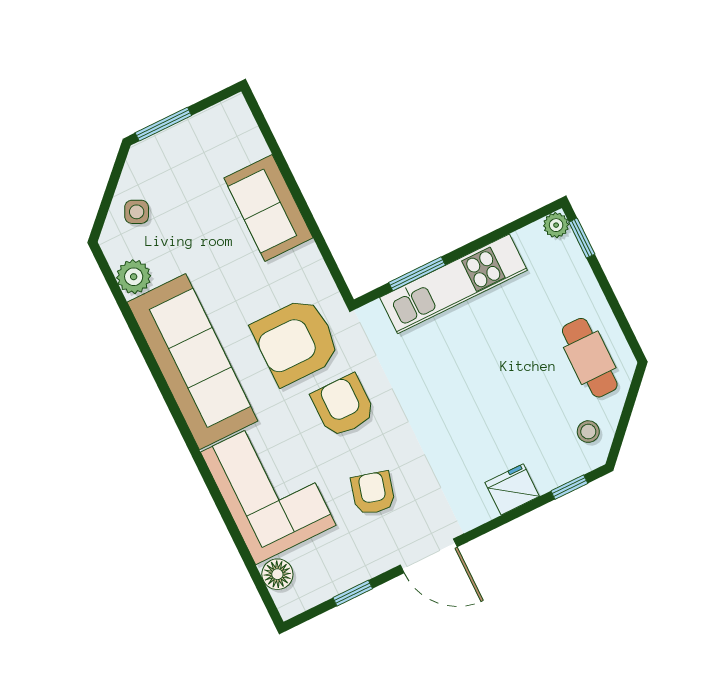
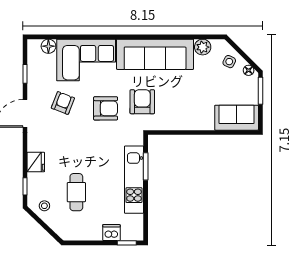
floor lamp: (135, 166) -> (249, 70), added
sofa: (269, 208) -> (237, 118), moved
plant: (556, 225) -> (138, 235), removed
dishwasher: (577, 277) -> (111, 233), added
armchair: (296, 341) -> (142, 102), width x0.73, depth x0.73
cafe table: (590, 358) -> (76, 192), moved, turned 90
armchair: (373, 493) -> (63, 103), turned -84

